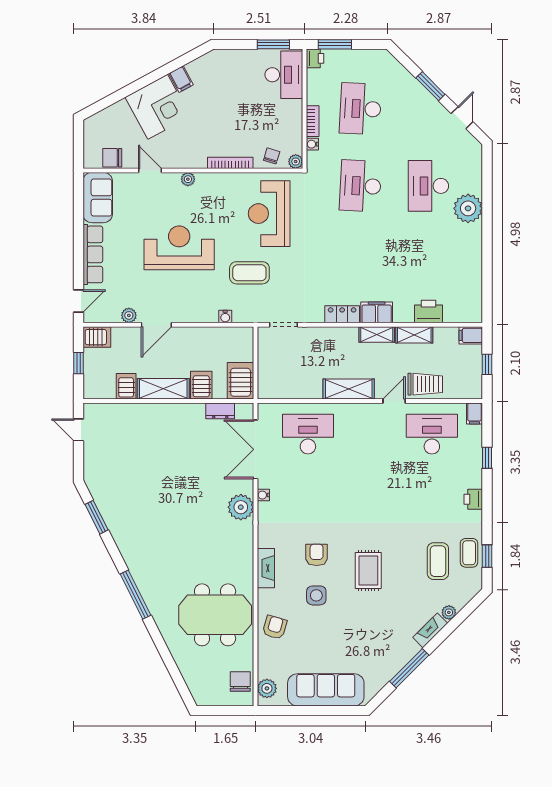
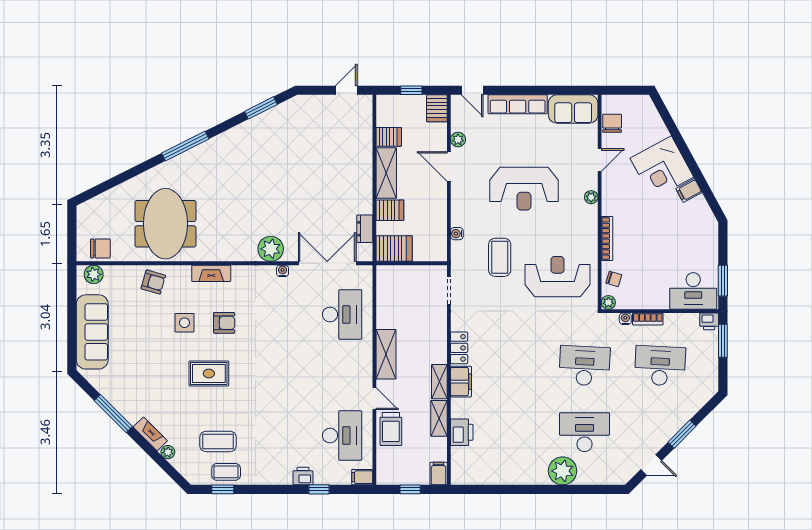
reception desk: (179, 248) -> (524, 189), turned 90
printer: (473, 499) -> (303, 476), moved

